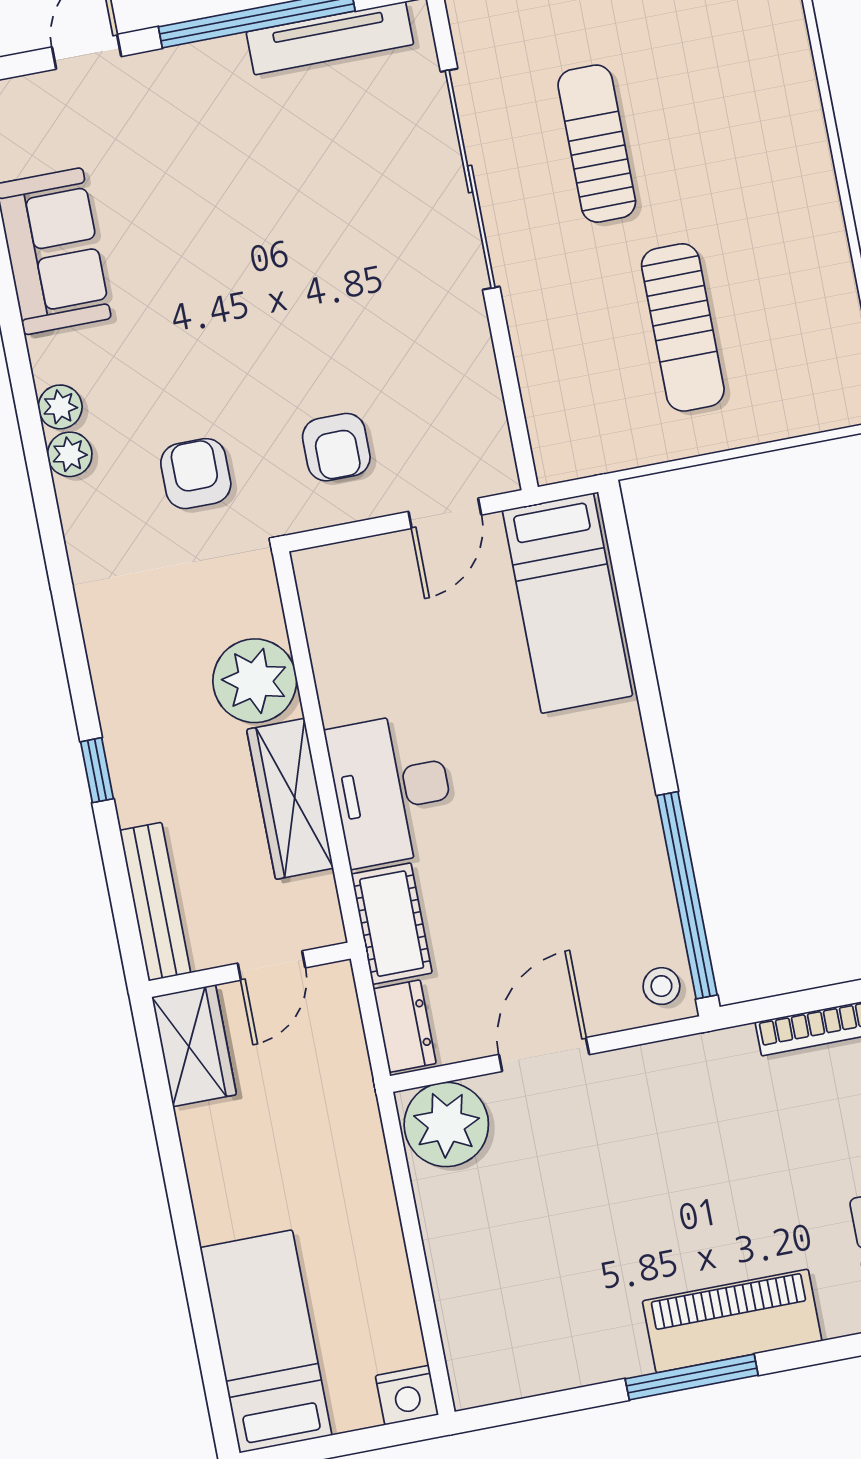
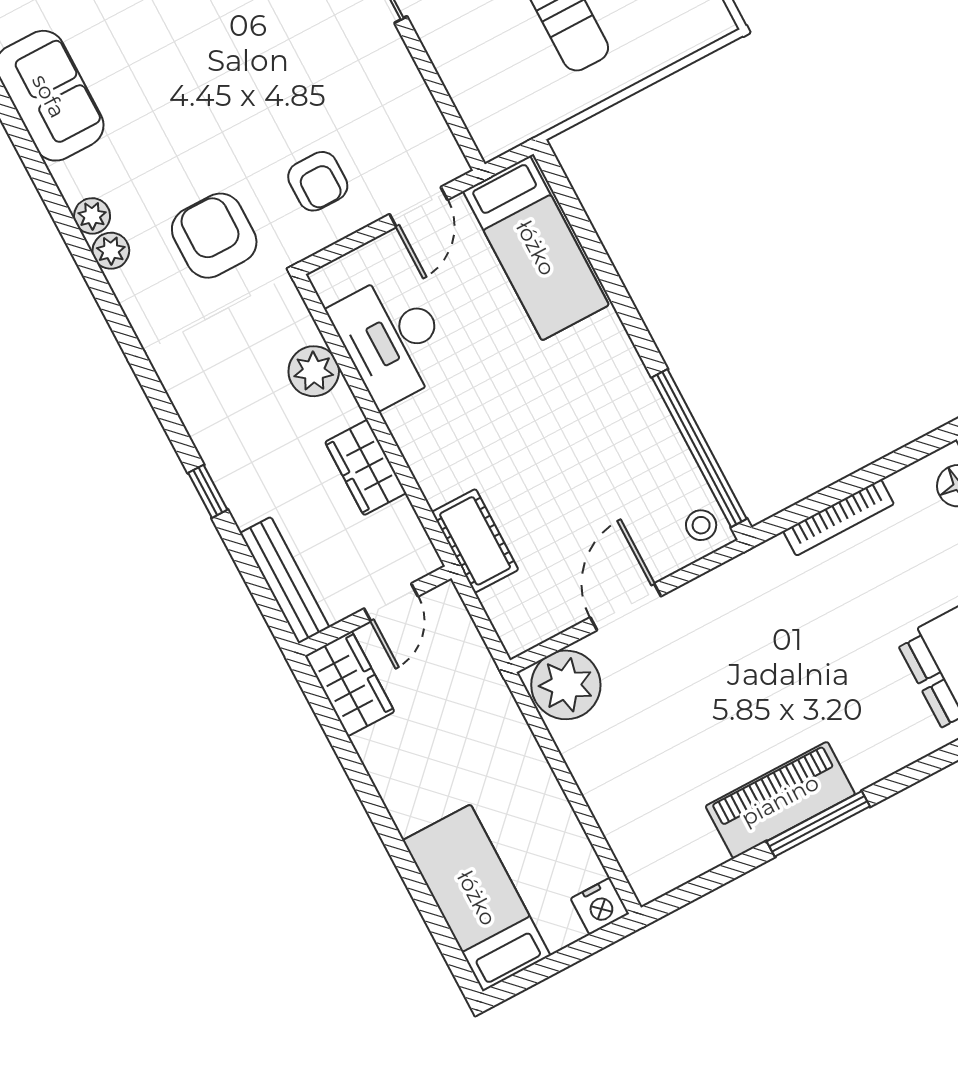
armchair: (196, 474) -> (214, 236), width x1.38, depth x1.38
plant: (255, 681) -> (314, 371), width x0.73, depth x0.73
desk: (392, 789) -> (392, 339), moved
wardrobe: (290, 799) -> (366, 468), width x0.67
dresser: (405, 1026) -> (510, 618), removed
piano: (732, 1321) -> (780, 800), moved

